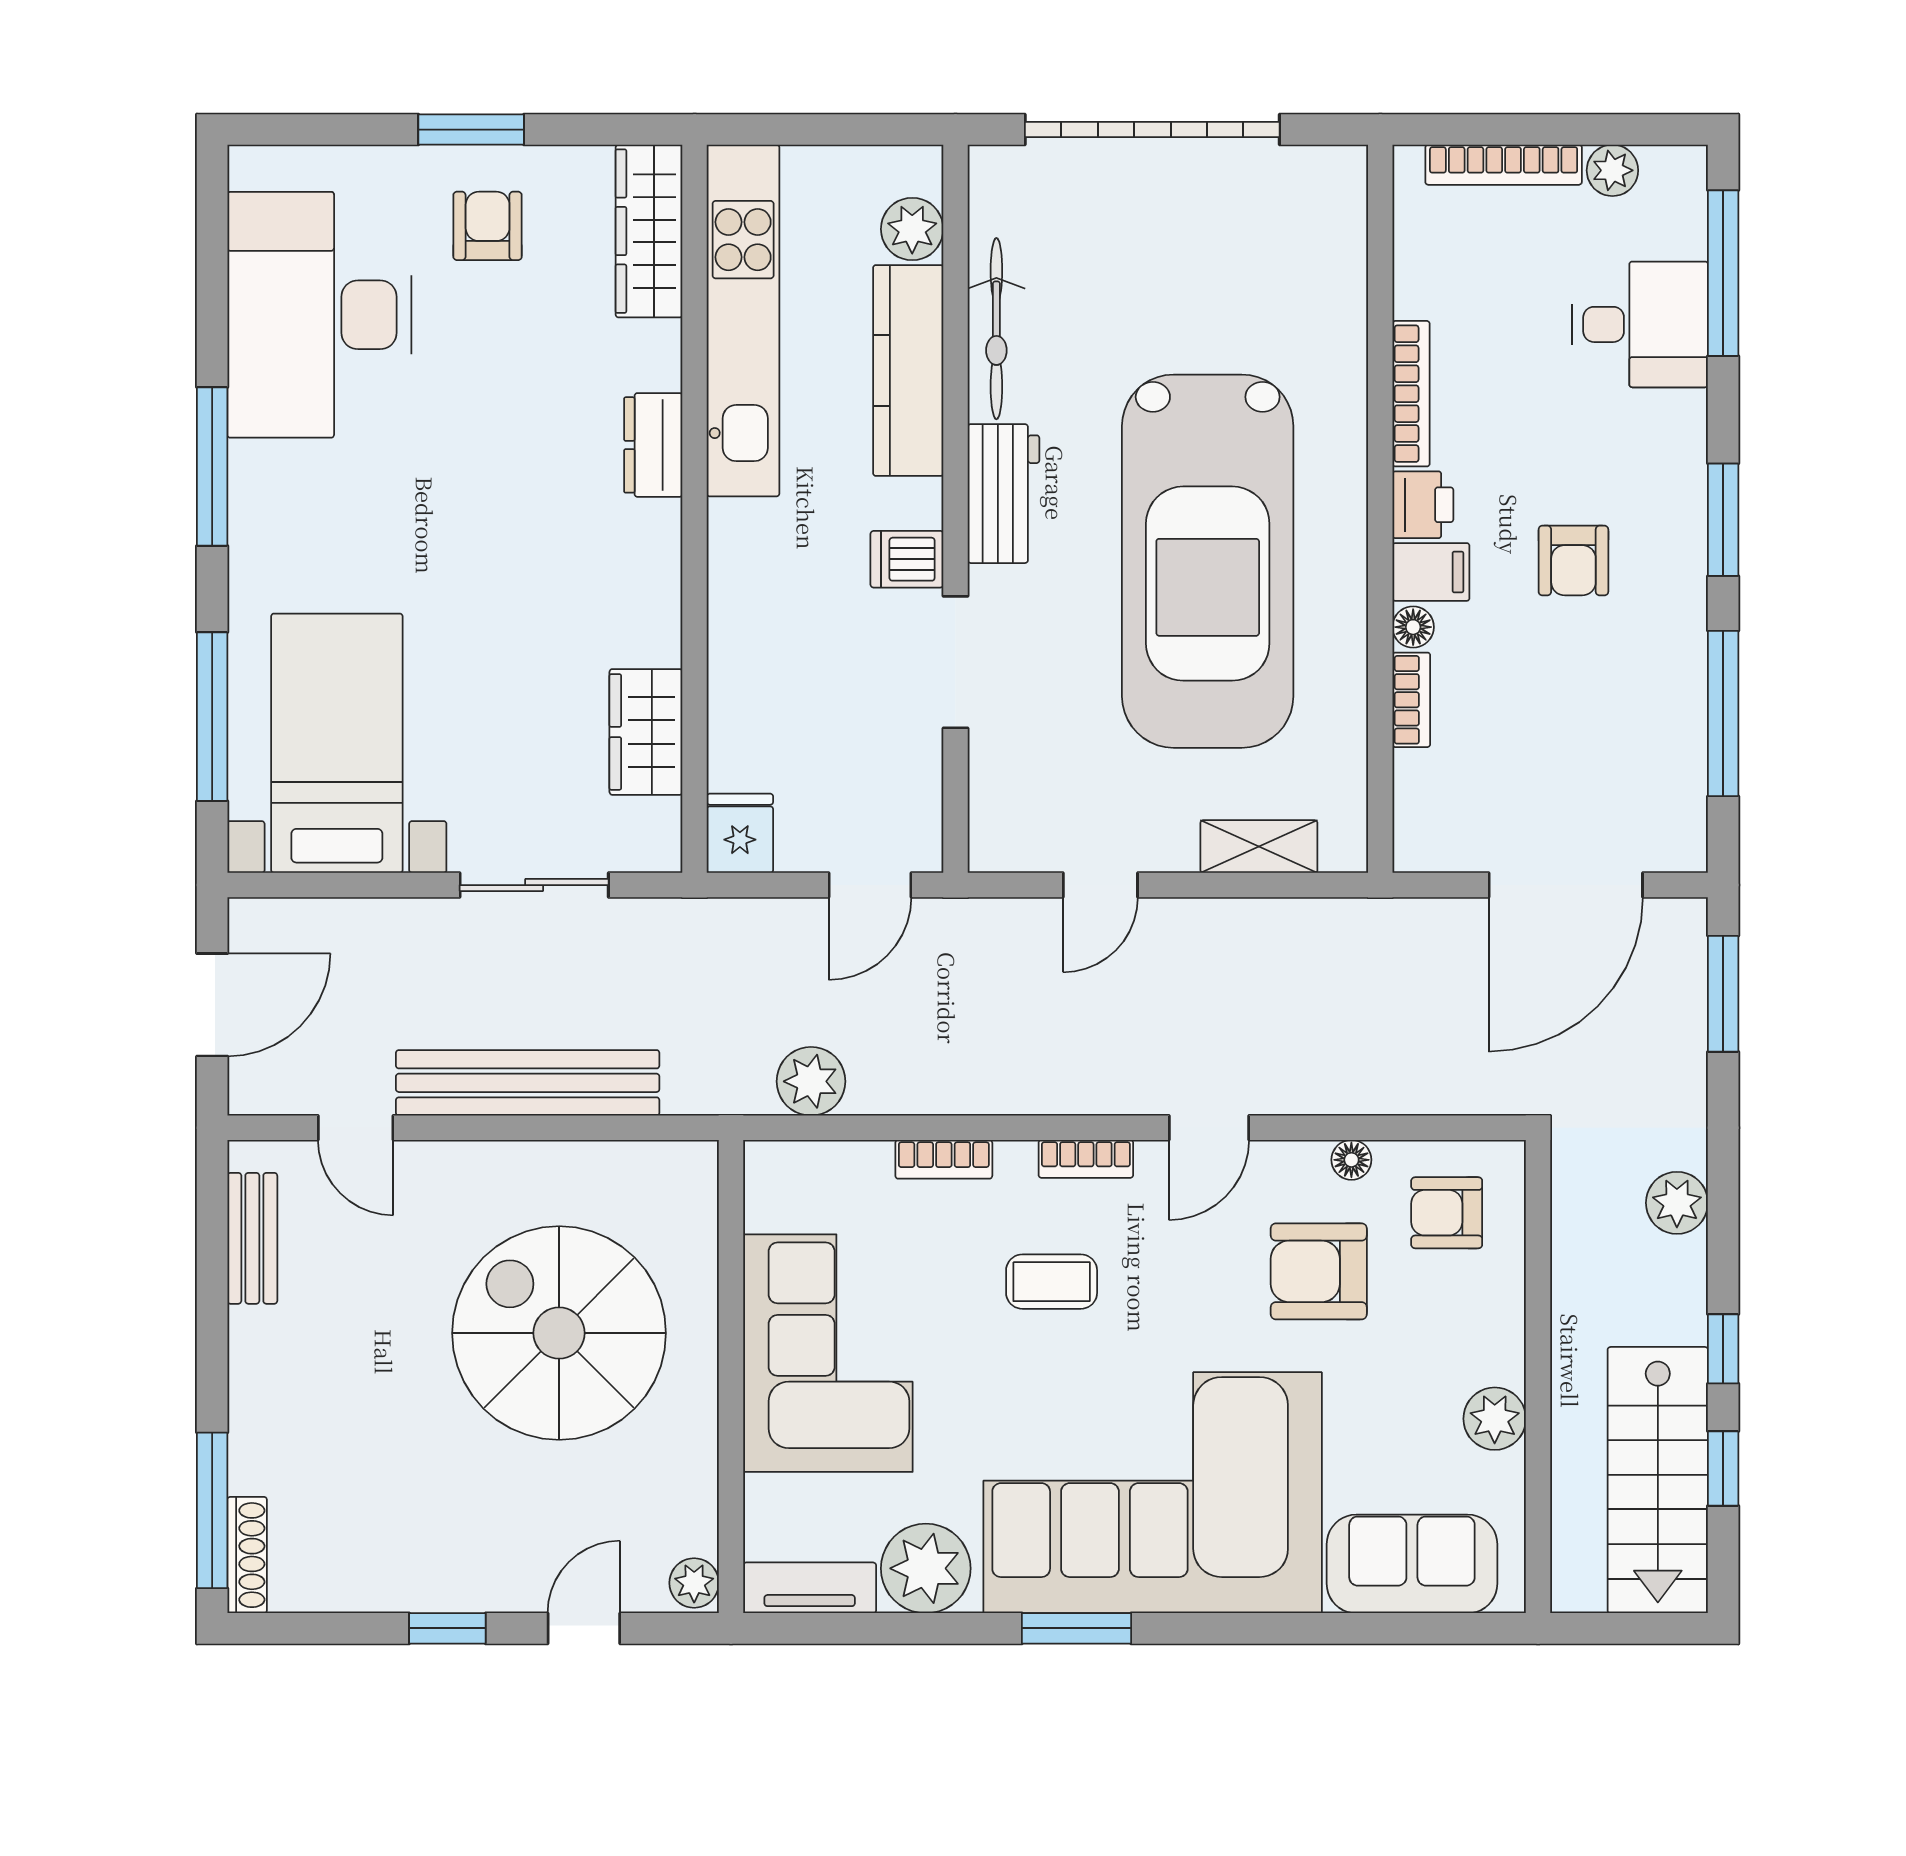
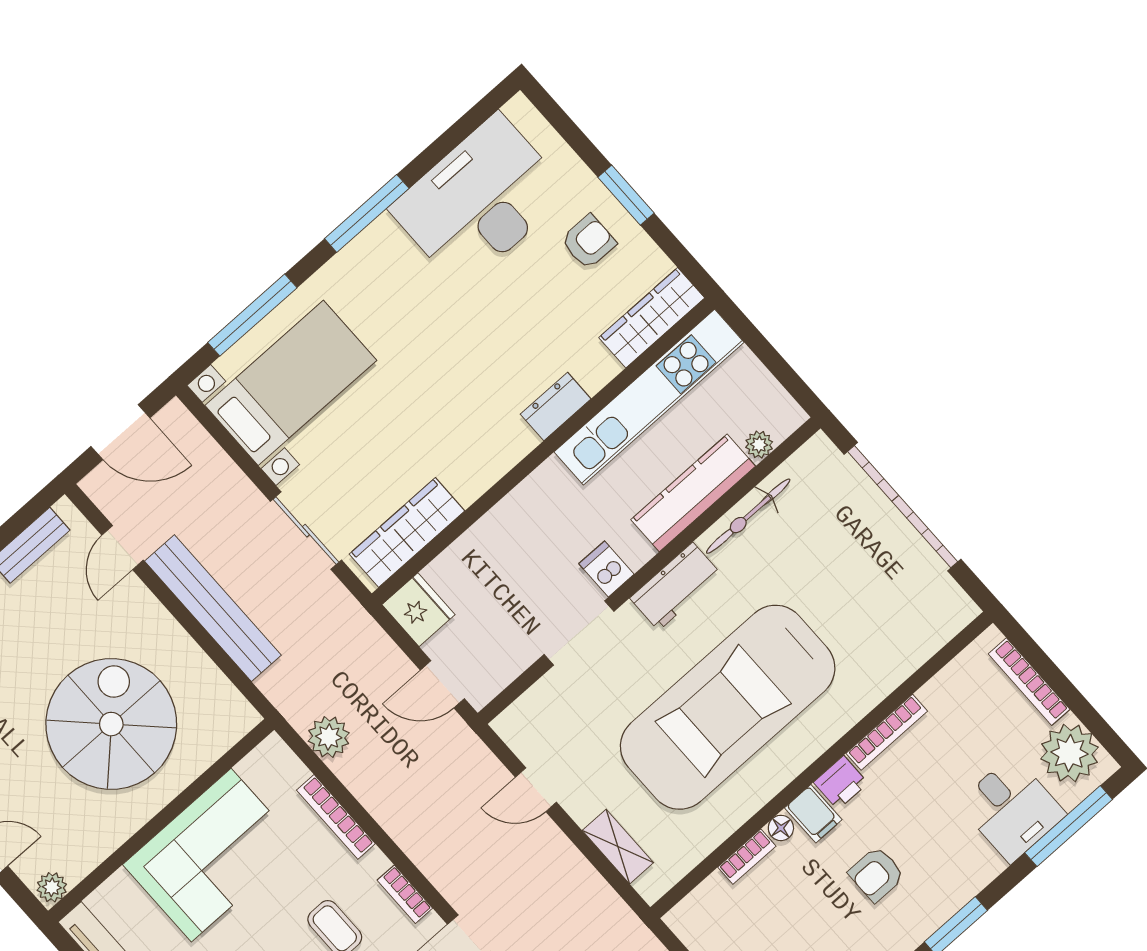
plant: (1612, 170) -> (1070, 753), width x1.88, depth x1.88
plant: (912, 229) -> (759, 445), width x0.73, depth x0.73
wardrobe: (646, 732) -> (407, 532), width x1.50
fridge: (740, 833) -> (418, 610), width x1.38
bookcase: (944, 1159) -> (336, 817), width x1.56

